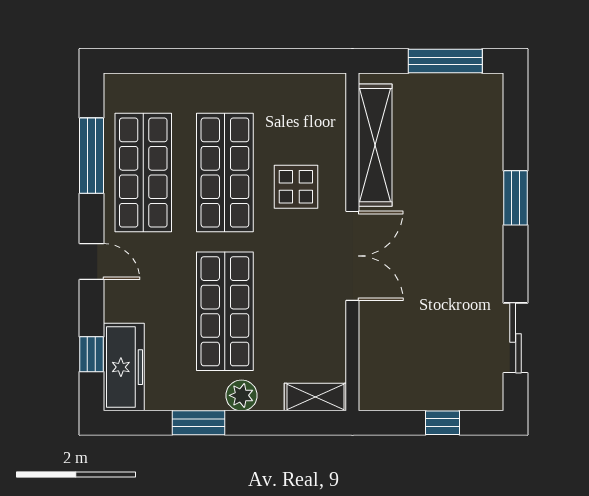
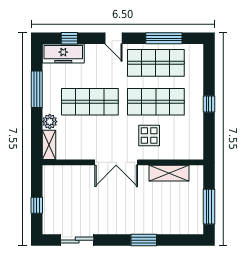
window: (230, 61) -> (209, 104), added
shelving: (375, 145) -> (169, 173), width x0.68
door: (91, 261) -> (114, 38), hinge flipped
plant: (241, 395) -> (50, 122), moved
window: (199, 423) -> (37, 89), width x1.44

